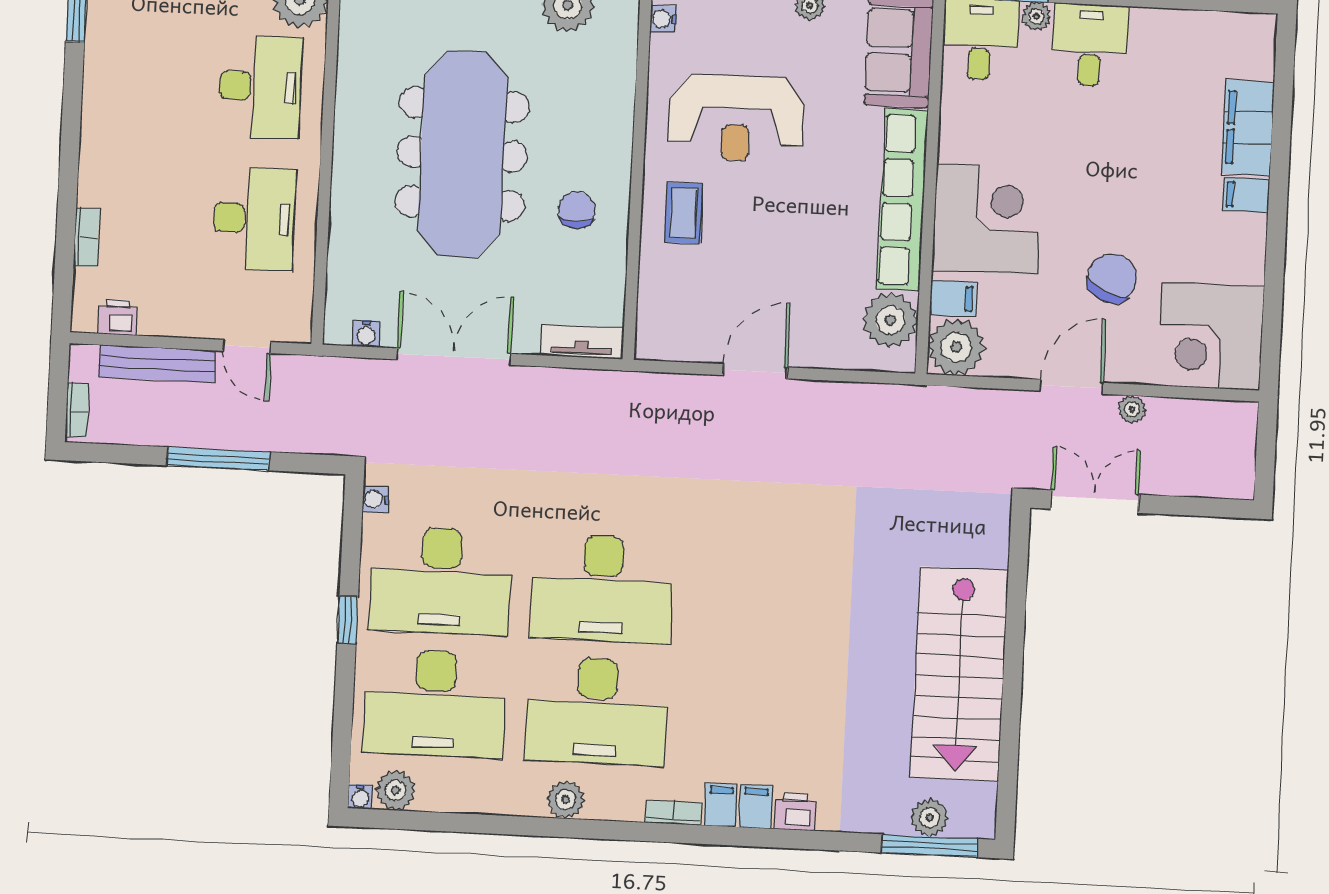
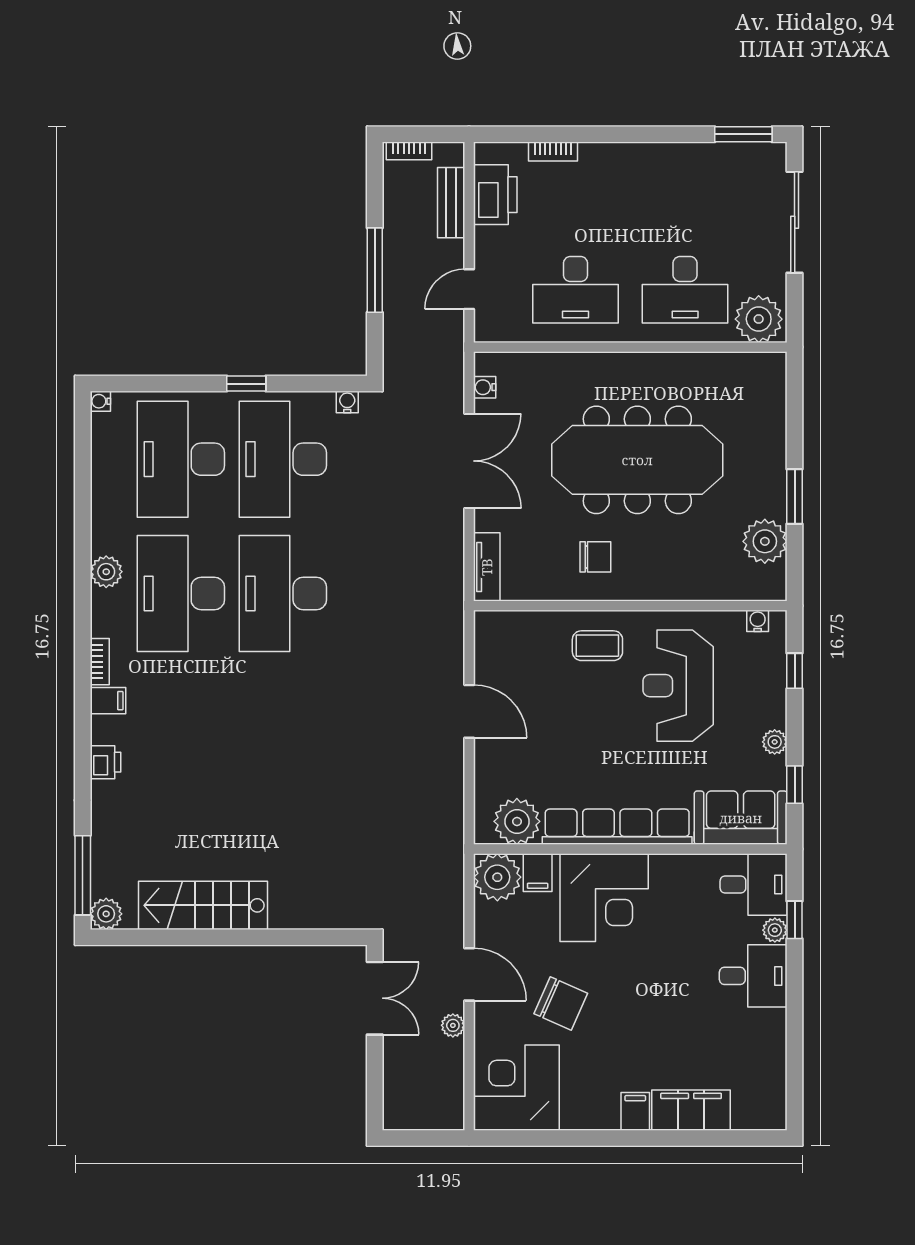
printer: (118, 317) -> (495, 195), width x1.87, depth x1.48
bench: (157, 364) -> (451, 203), width x0.73
stairs: (959, 674) -> (203, 905), width x0.73, depth x0.66
plant: (396, 790) -> (107, 430), removed
filing cabinet: (756, 807) -> (108, 730), removed
plant: (930, 818) -> (106, 914), moved

